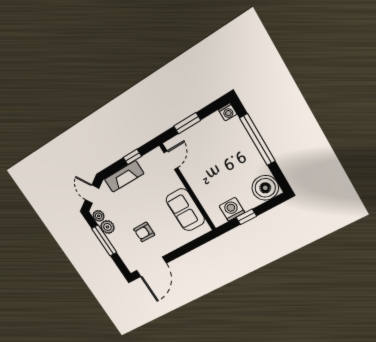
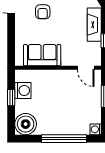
armchair: (144, 232) -> (43, 12), turned 180

